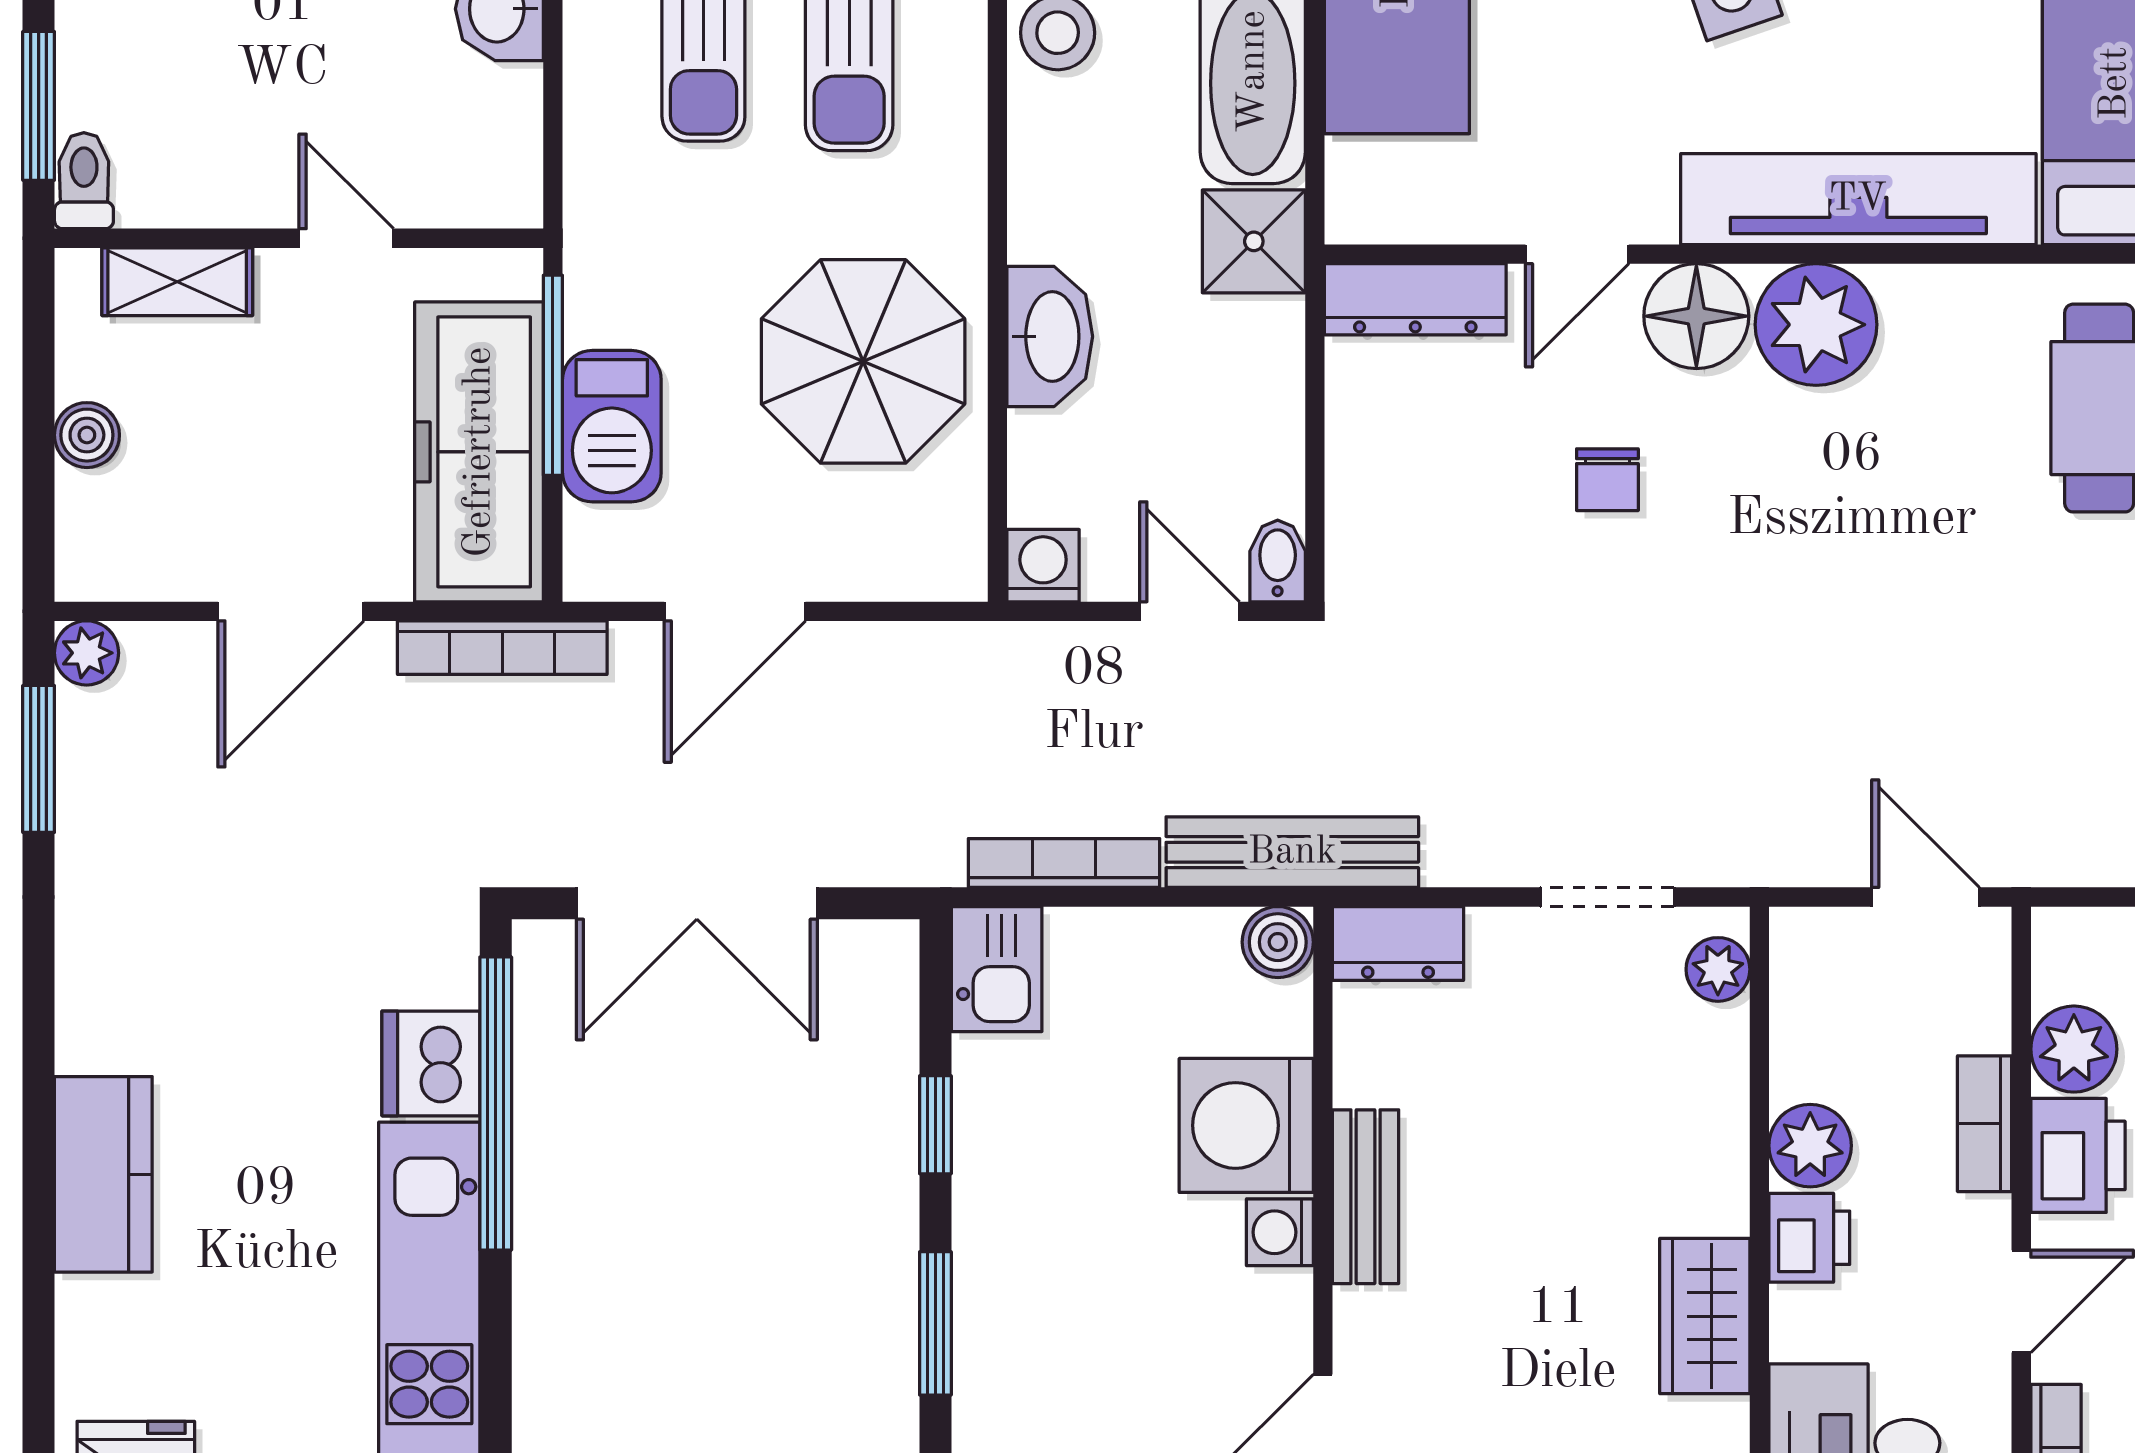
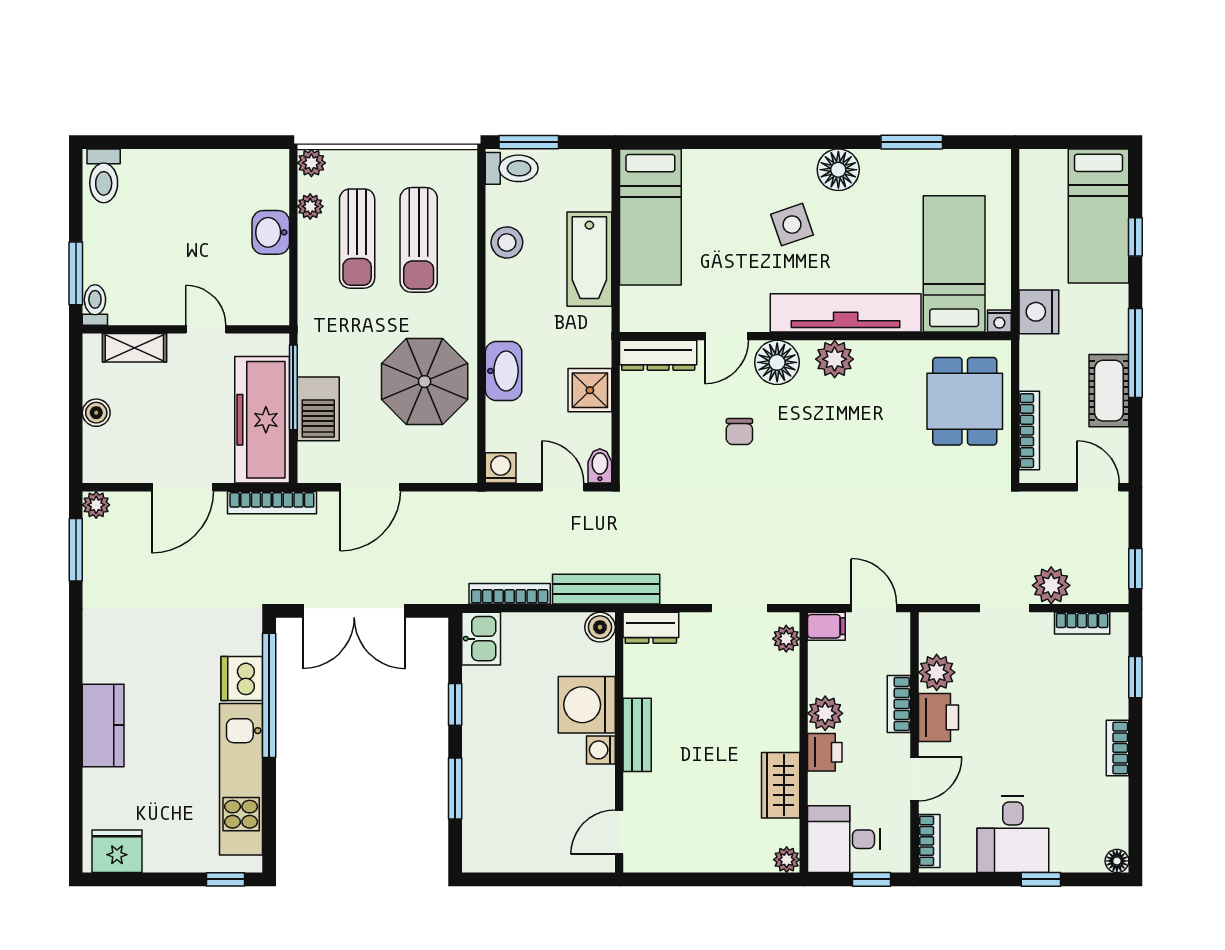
shower: (1254, 241) -> (590, 390), moved
plant: (1816, 325) -> (835, 359), width x0.73, depth x0.73
filing cabinet: (1813, 940) -> (826, 626), added

